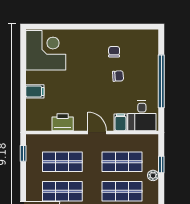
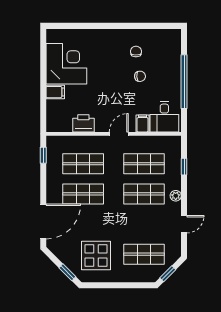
corner desk: (46, 50) -> (66, 64), moved
door: (97, 132) -> (119, 134), hinge flipped
plant: (153, 175) -> (176, 196), moved

